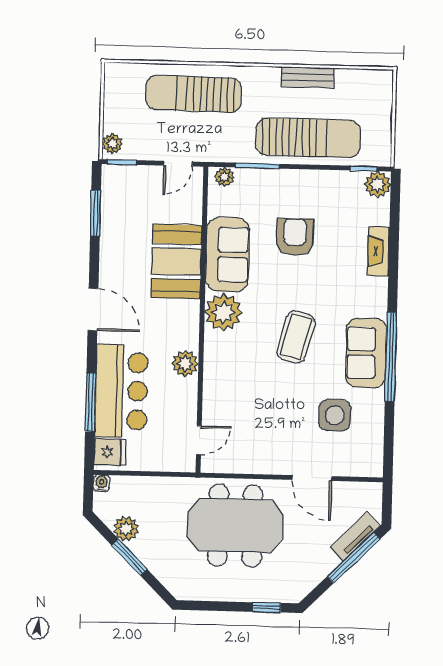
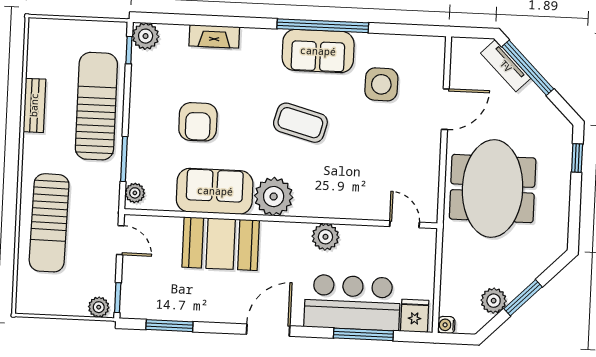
armchair: (295, 237) -> (198, 122), turned -90

